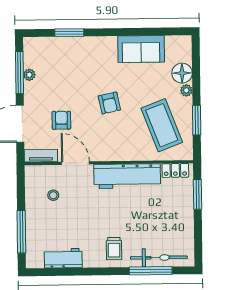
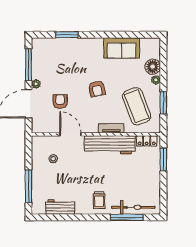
plant: (29, 75) -> (36, 84), moved
tv unit: (41, 156) -> (111, 128), moved

